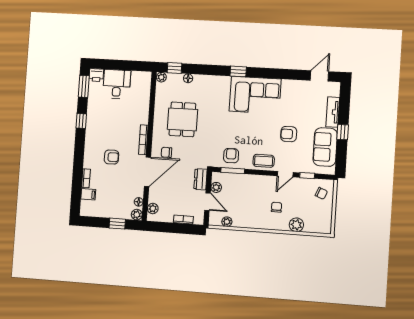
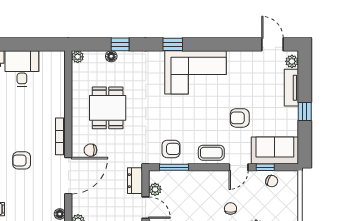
window: (174, 68) -> (120, 44), moved
door: (319, 76) -> (273, 44), hinge flipped
plant: (335, 91) -> (292, 61), added
sofa: (325, 147) -> (275, 151), moved, turned 90
armchair: (231, 156) -> (171, 149), turned 90
armchair: (111, 157) -> (22, 160), turned 180
chair: (321, 193) -> (272, 181), moved

